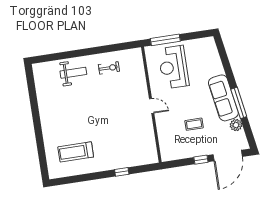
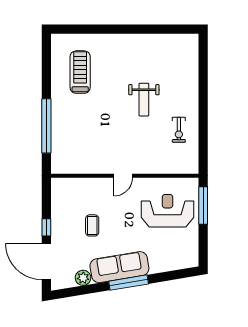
weight bench: (73, 73) -> (144, 100), moved
window: (239, 103) -> (129, 283), moved
window: (122, 172) -> (46, 126), width x3.17

